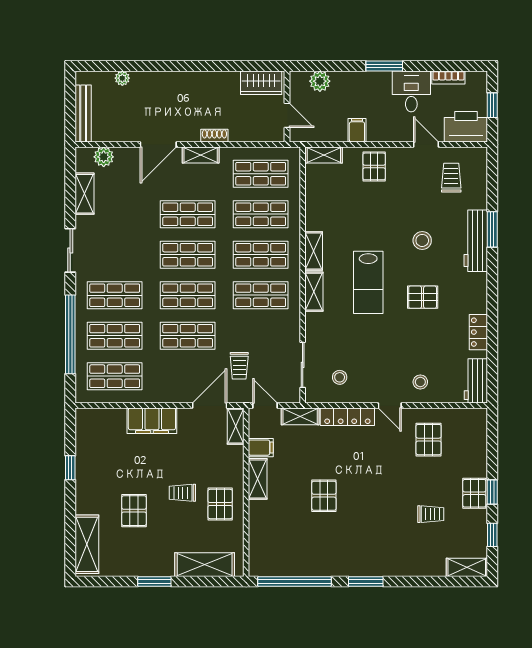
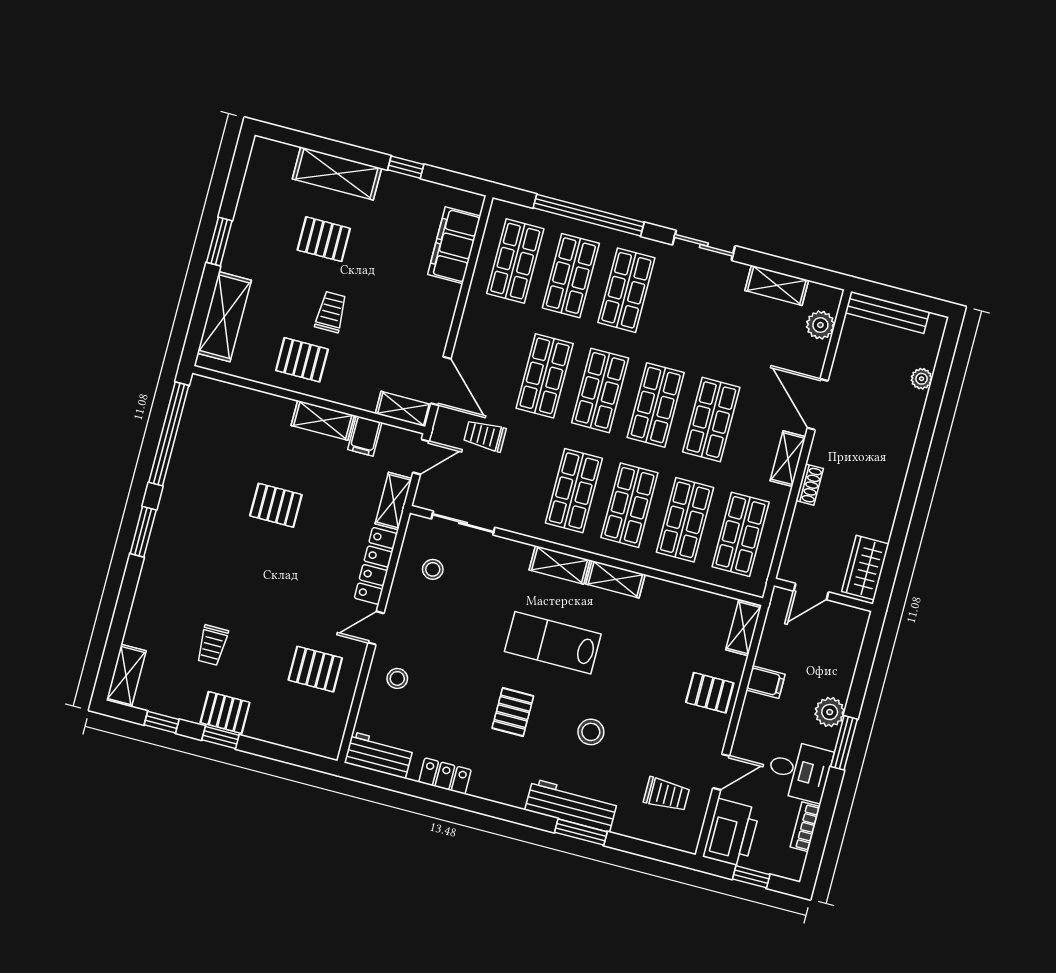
plant: (320, 81) -> (830, 712), moved
filing cabinet: (152, 421) -> (454, 245), moved
shelving: (87, 544) -> (337, 173), moved

